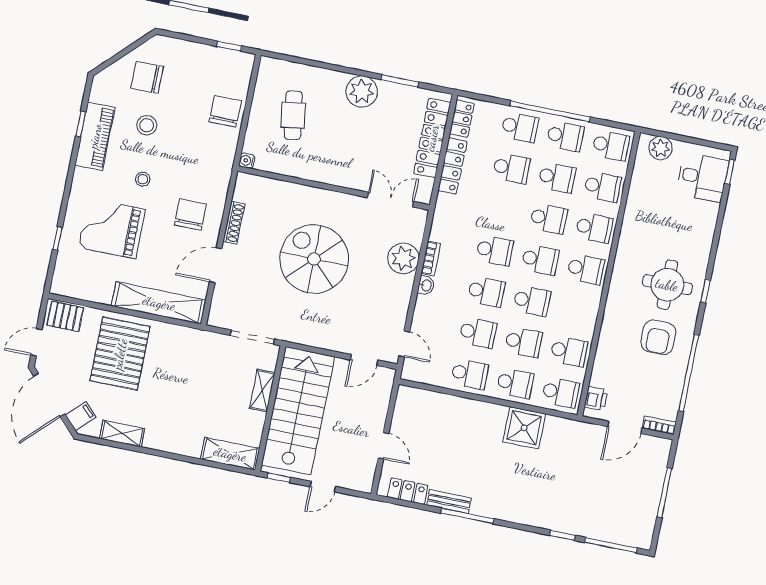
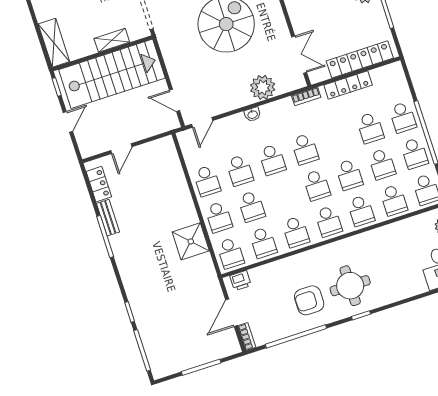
locker: (462, 119) -> (385, 73), removed
bookcase: (431, 258) -> (306, 96), moved
school desk: (532, 301) -> (296, 232), moved
door: (625, 427) -> (231, 313), hinge flipped
door: (323, 487) -> (68, 122), swing flipped

